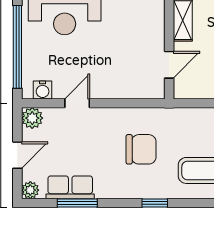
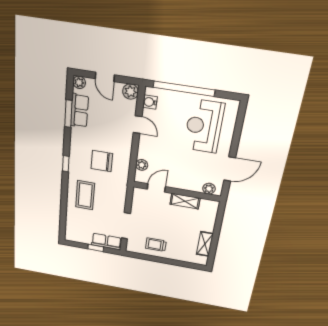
door: (169, 65) -> (156, 188), swing flipped
plant: (137, 90) -> (142, 165), added
chair: (141, 149) -> (102, 161), turned 90

